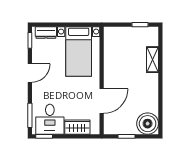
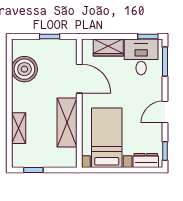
shelving: (112, 64) -> (67, 123), added
door: (102, 101) -> (79, 79), swing flipped
boiler: (148, 124) -> (24, 69), moved

